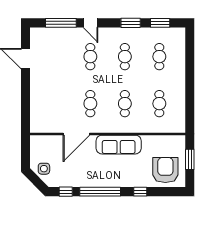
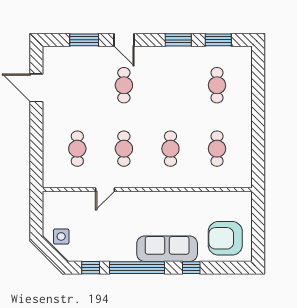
window: (61, 23) -> (84, 40), width x0.69
cafe table: (125, 57) -> (77, 149), moved
door: (76, 134) -> (105, 190), width x0.53
sofa: (119, 145) -> (167, 249), moved, turned 180
window: (190, 159) -> (258, 224), removed
armchair: (165, 170) -> (225, 238), turned -90

